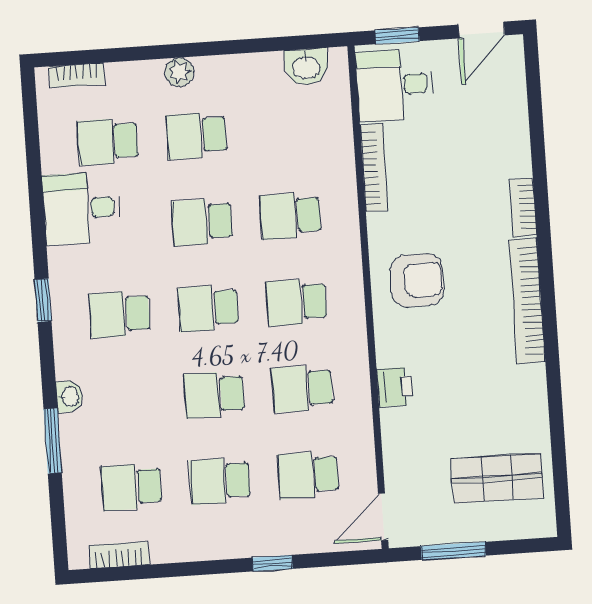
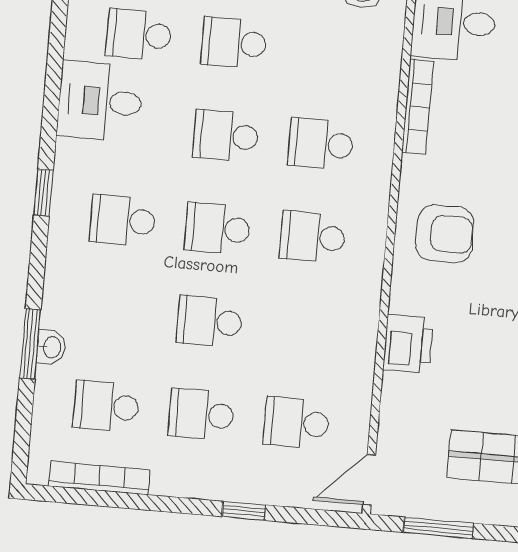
printer: (395, 387) -> (408, 344), width x1.36, depth x1.24
school desk: (302, 389) -> (305, 330), removed
washbasin: (69, 397) -> (51, 347), moved
bookcase: (119, 555) -> (99, 478), width x1.56

